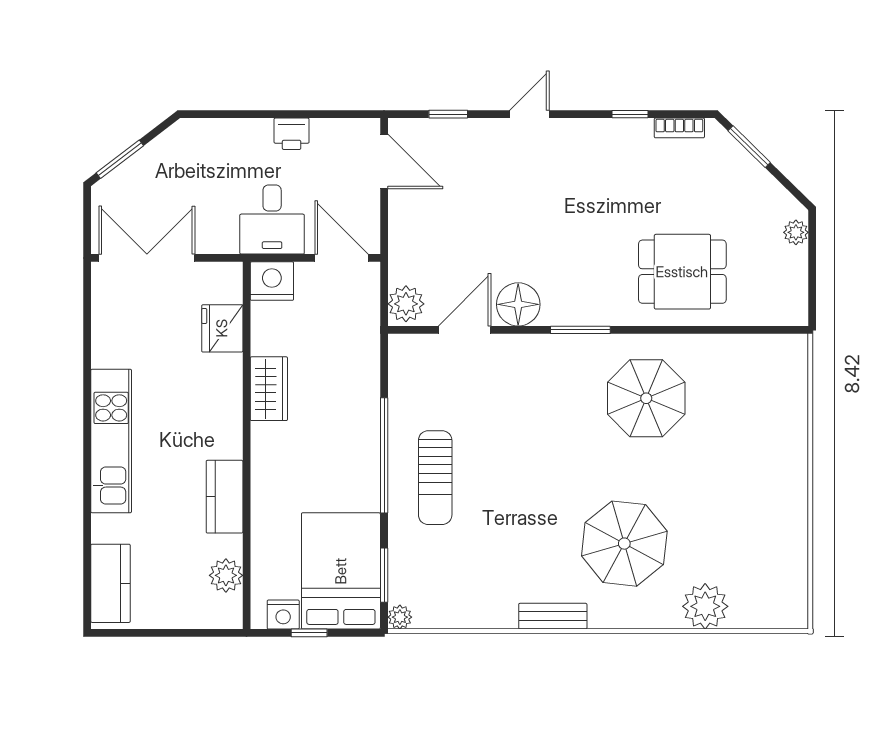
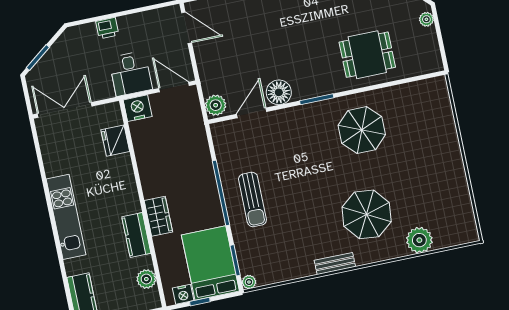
printer: (292, 134) -> (107, 28), moved
wardrobe: (269, 389) -> (158, 216), moved

